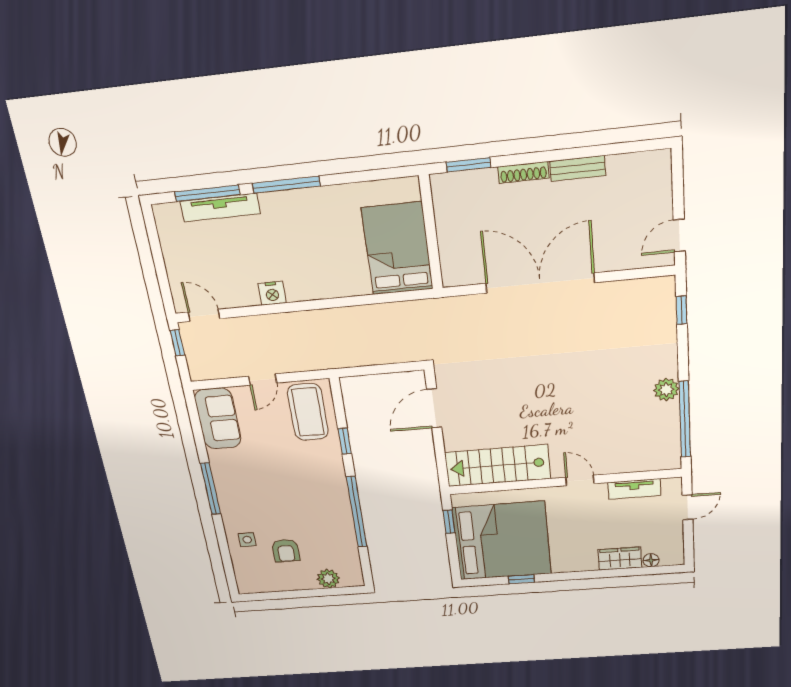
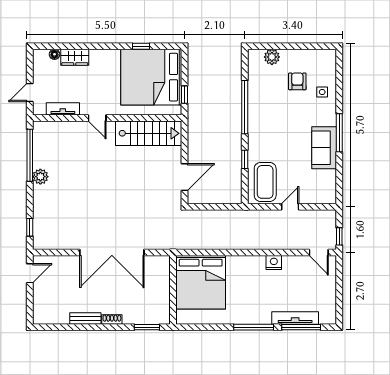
shoe rack: (523, 172) -> (112, 319), width x0.70
bed: (397, 249) -> (201, 282), width x1.36
sofa: (218, 419) -> (324, 148), moved

